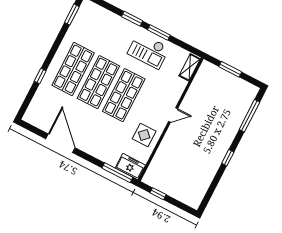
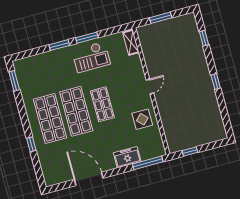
shop shelf: (124, 95) -> (102, 104), width x0.70, depth x0.74
window: (249, 116) -> (204, 38), width x0.46
freezer: (130, 167) -> (127, 157), moved

